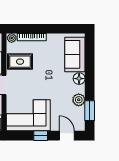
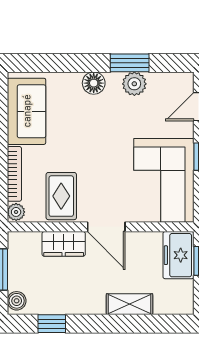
sofa: (75, 54) -> (27, 111), moved, turned -90
window: (90, 111) -> (130, 63), moved

